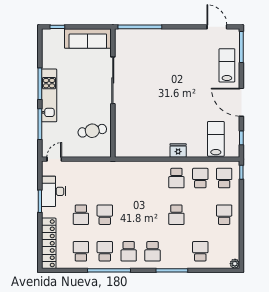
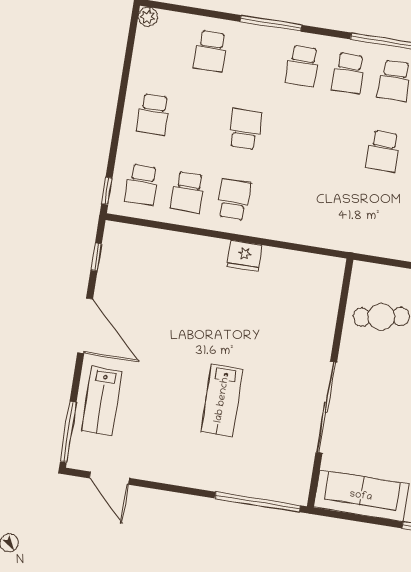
lab bench: (216, 139) -> (222, 400), moved
fridge: (178, 150) -> (244, 256), moved
school desk: (129, 251) -> (348, 73), turned 180
school desk: (153, 251) -> (302, 66), turned 180

